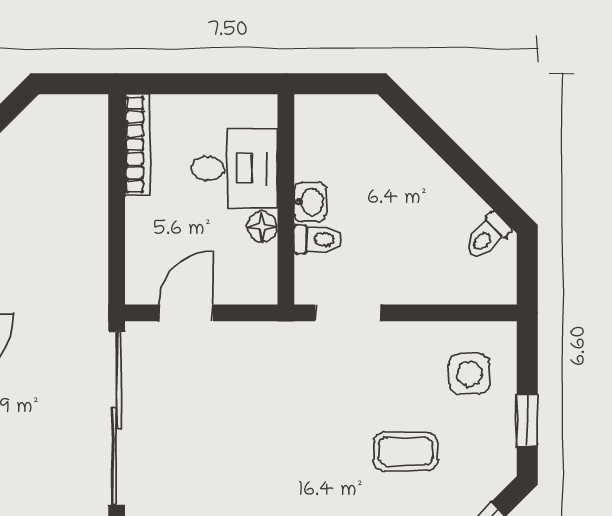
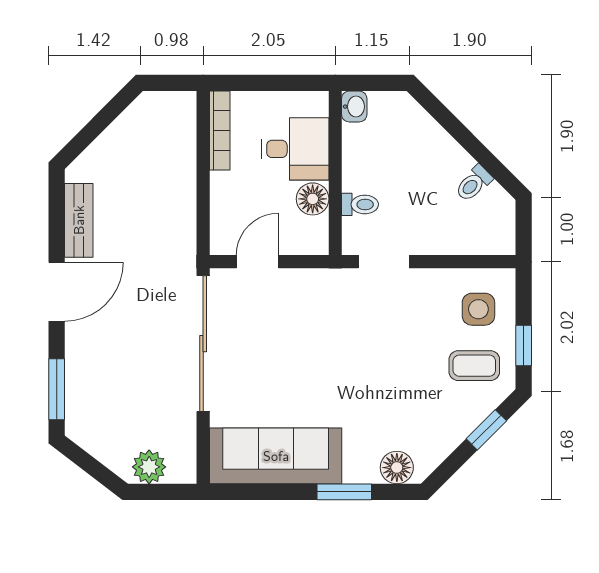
washbasin: (310, 202) -> (354, 107), moved
floor lamp: (262, 227) -> (313, 199), width x1.37, depth x1.37
toilet: (487, 236) -> (474, 183), moved
coffee table: (406, 451) -> (474, 366), moved

